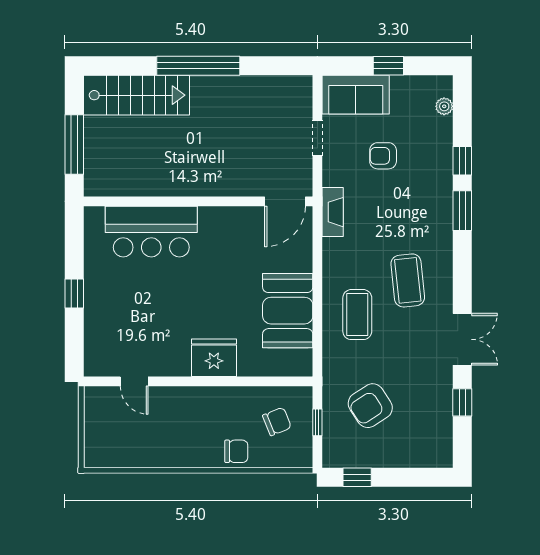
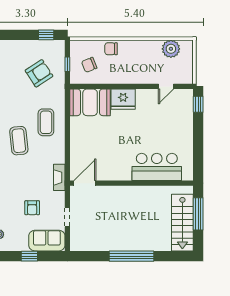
stairs: (137, 95) -> (182, 223), moved, turned -90
armchair: (383, 156) -> (32, 208), turned 90
window: (74, 293) -> (198, 104), moved
booth: (288, 311) -> (90, 102), moved, turned 90
door: (134, 381) -> (166, 86), swing flipped
plant: (125, 451) -> (171, 49), added

